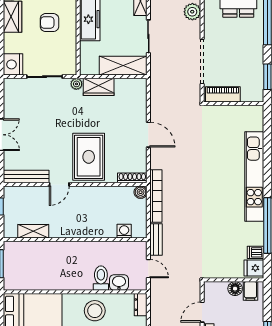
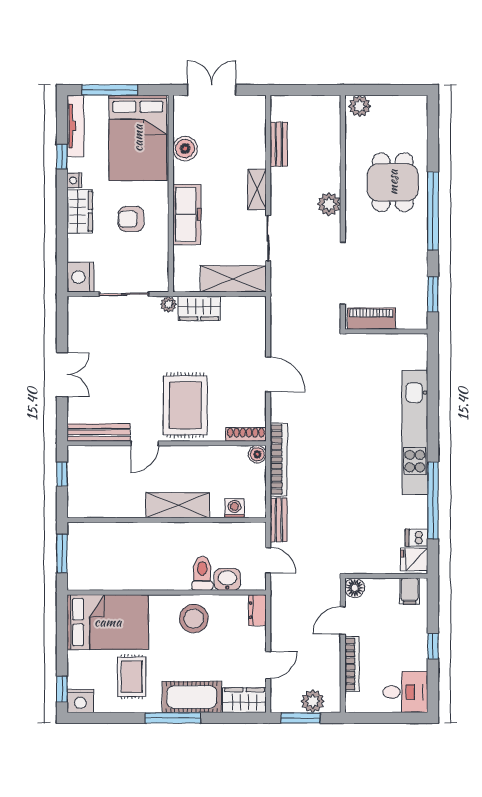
shelving: (33, 231) -> (178, 505), moved, width x1.50, depth x1.33
floor lamp: (235, 289) -> (355, 588), moved

